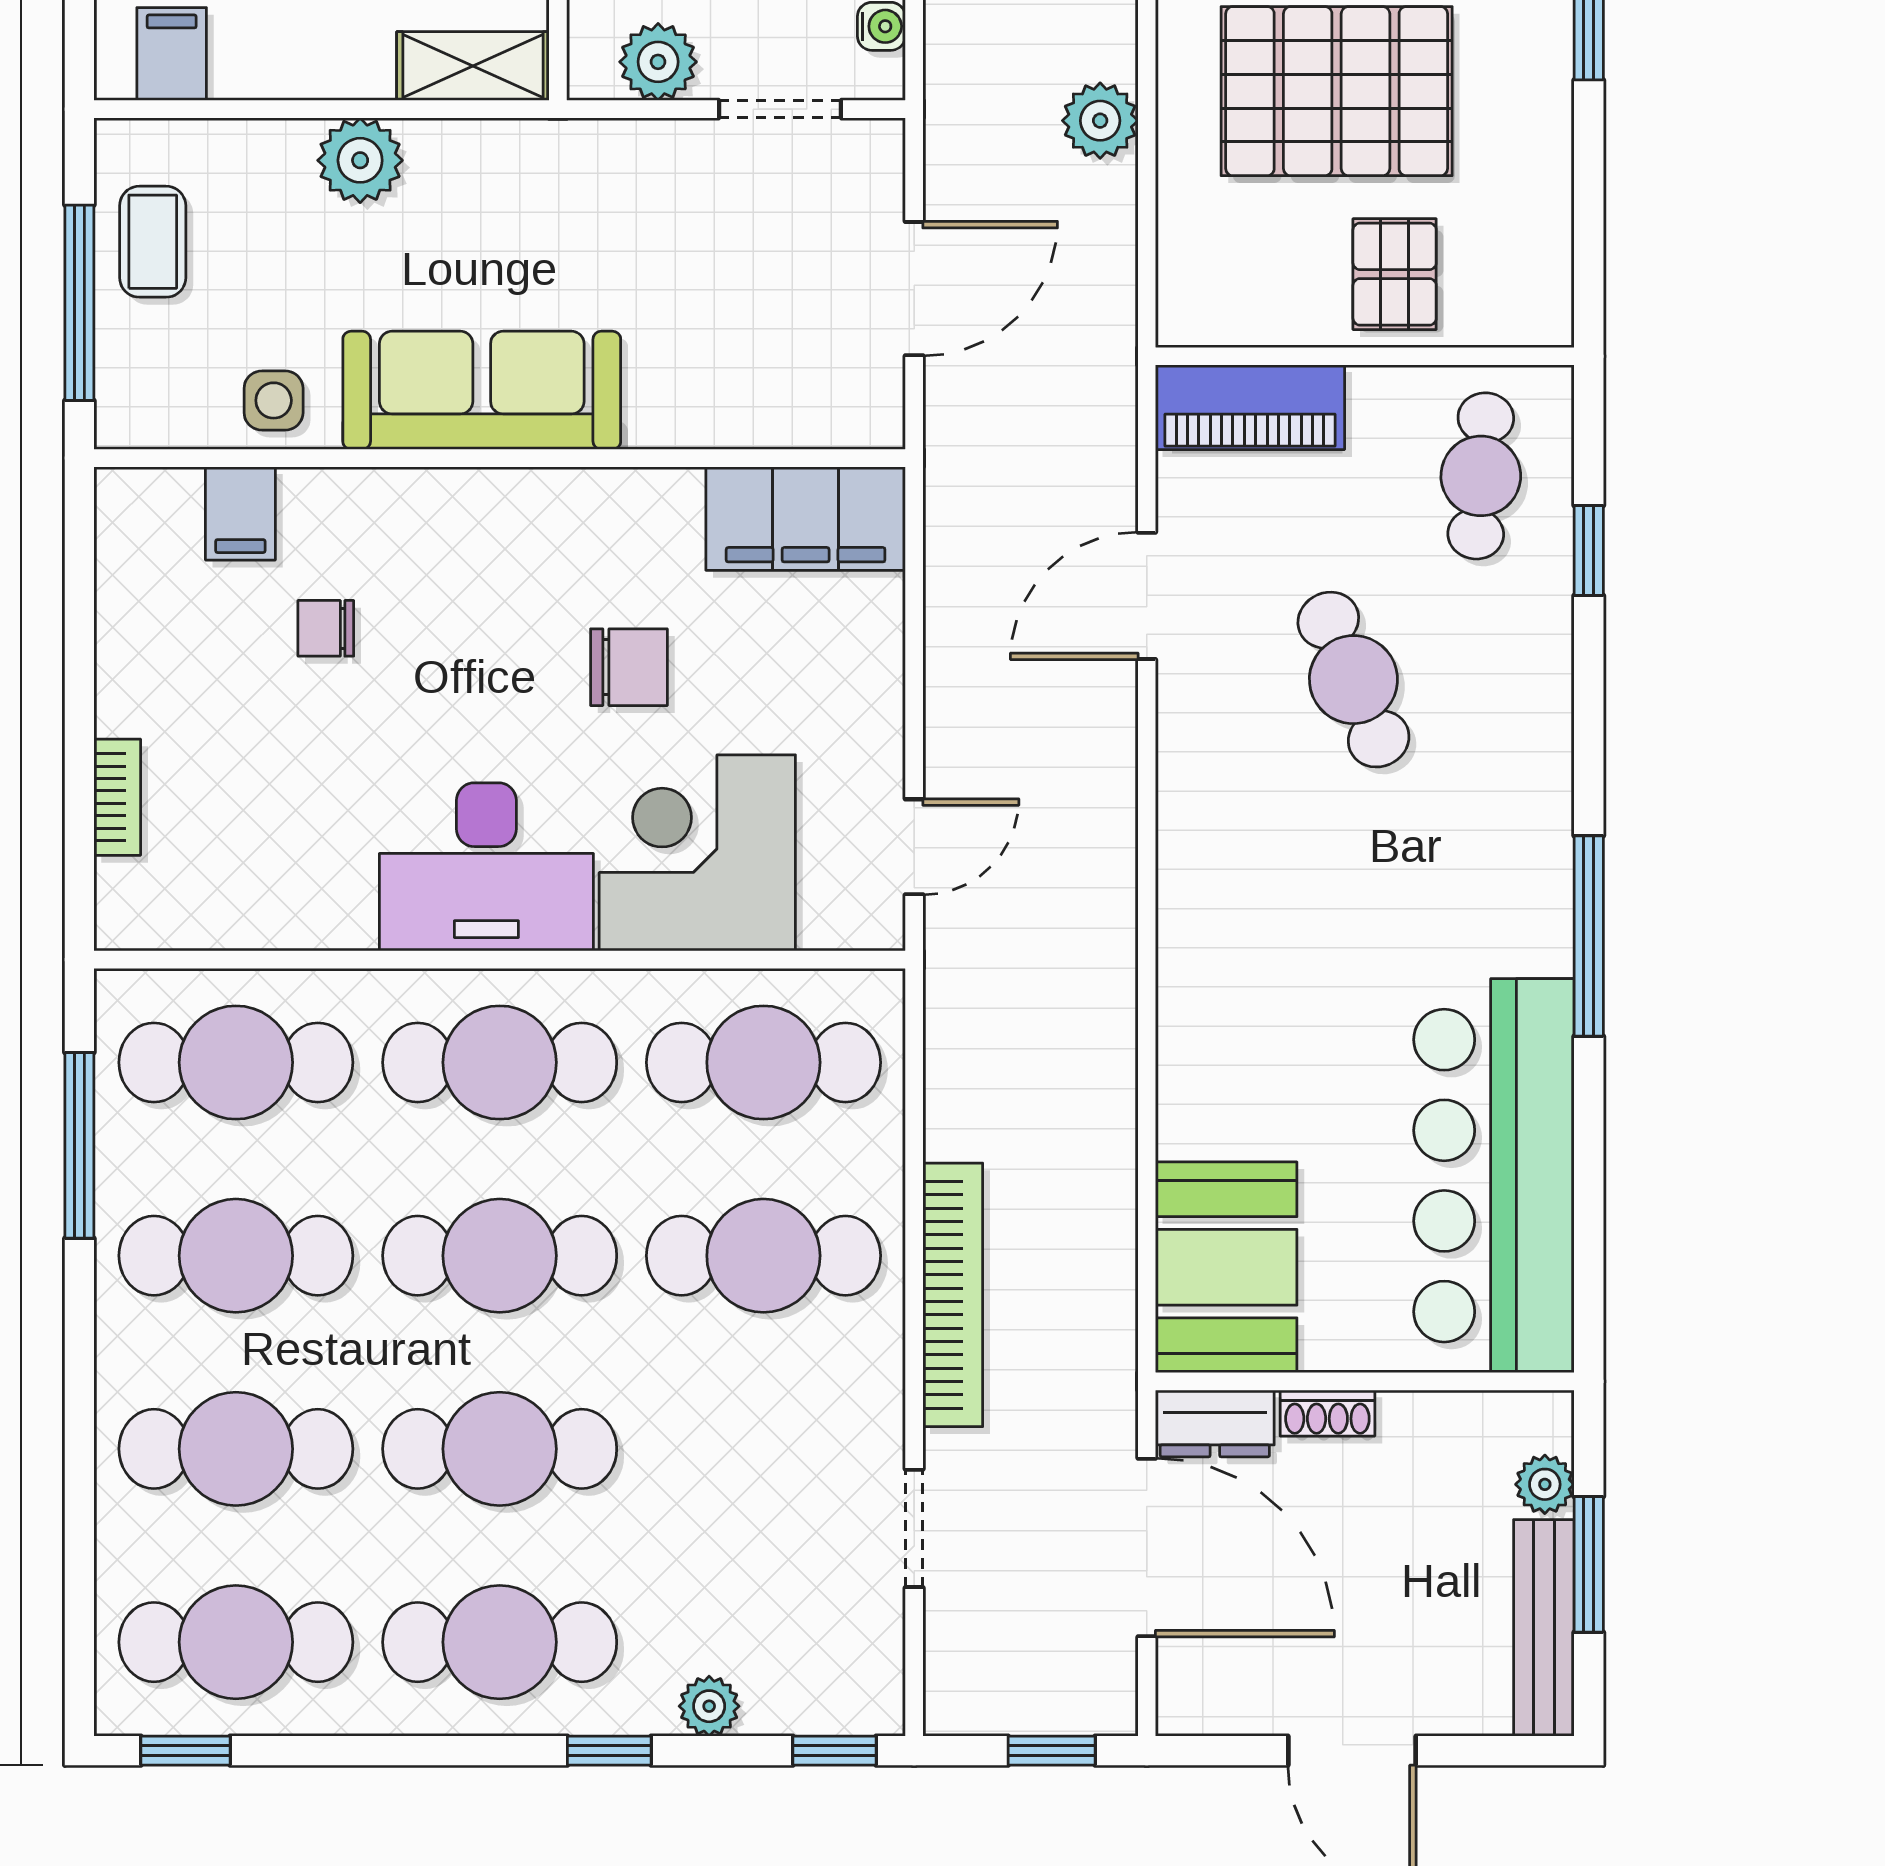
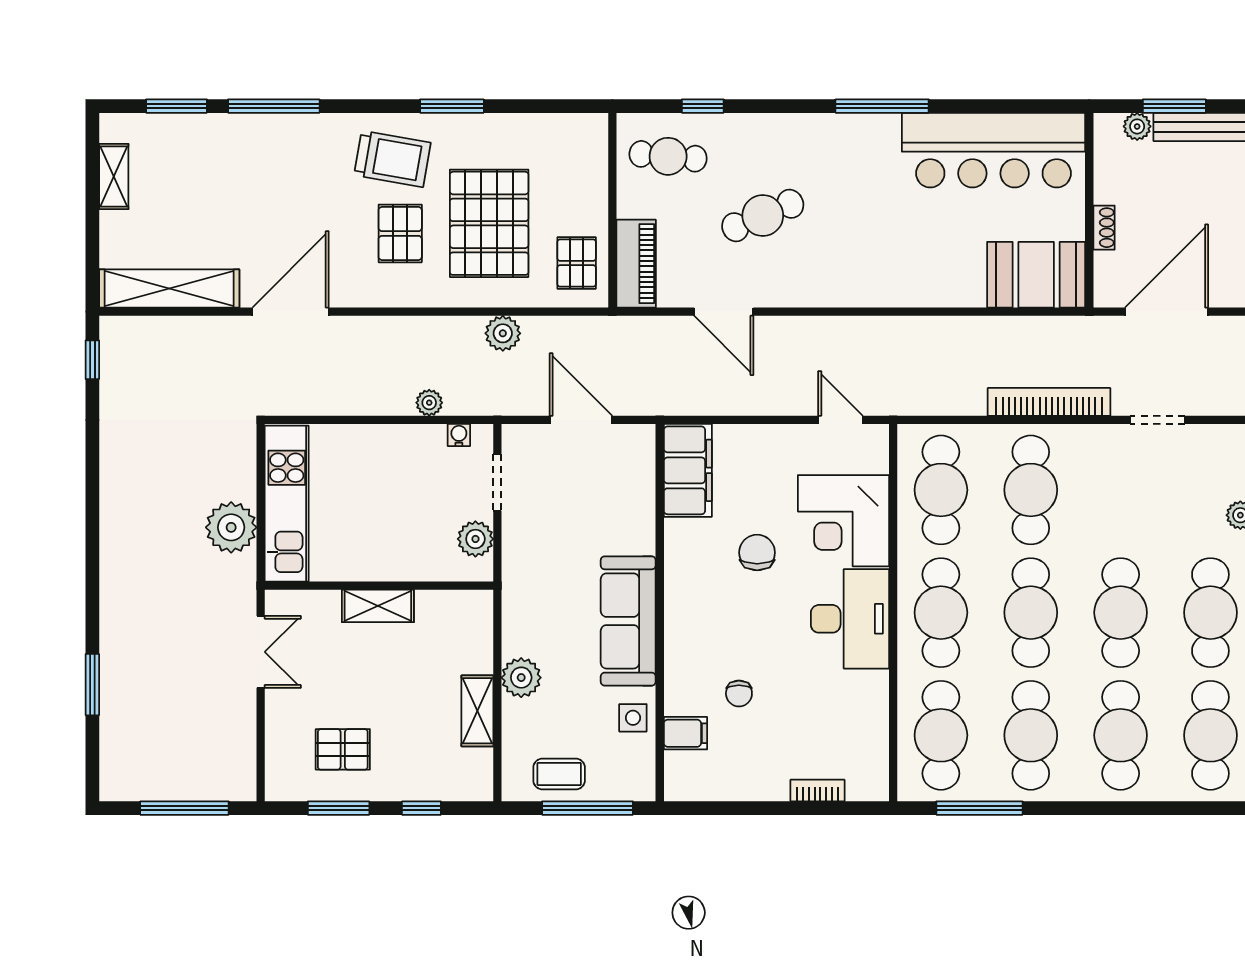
filing cabinet: (172, 54) -> (472, 765), removed
shelving: (473, 66) -> (477, 711), moved
pallet: (1395, 274) -> (577, 263), moved, turned 90
dresser: (1215, 1424) -> (1109, 280), removed

